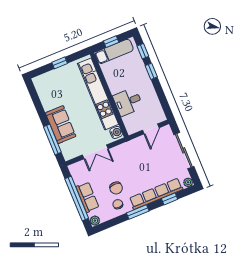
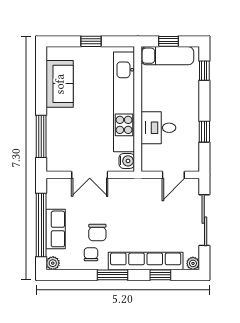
window: (151, 71) -> (204, 132), moved
sofa: (61, 125) -> (60, 84), moved

